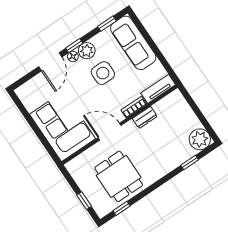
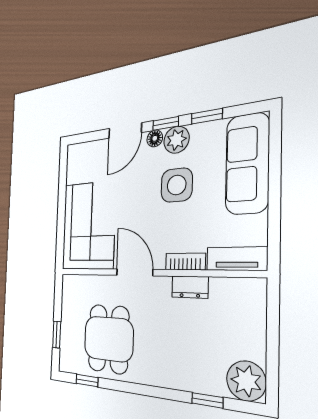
window: (107, 24) -> (207, 116), moved

